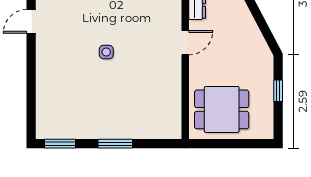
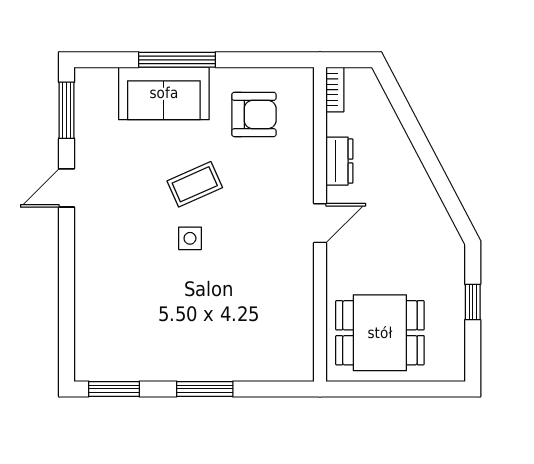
coffee table: (109, 19) -> (195, 184), added

